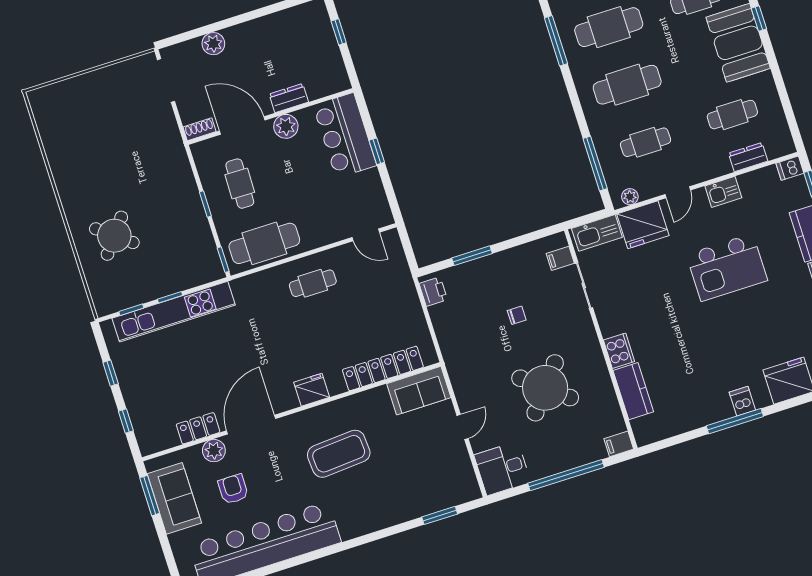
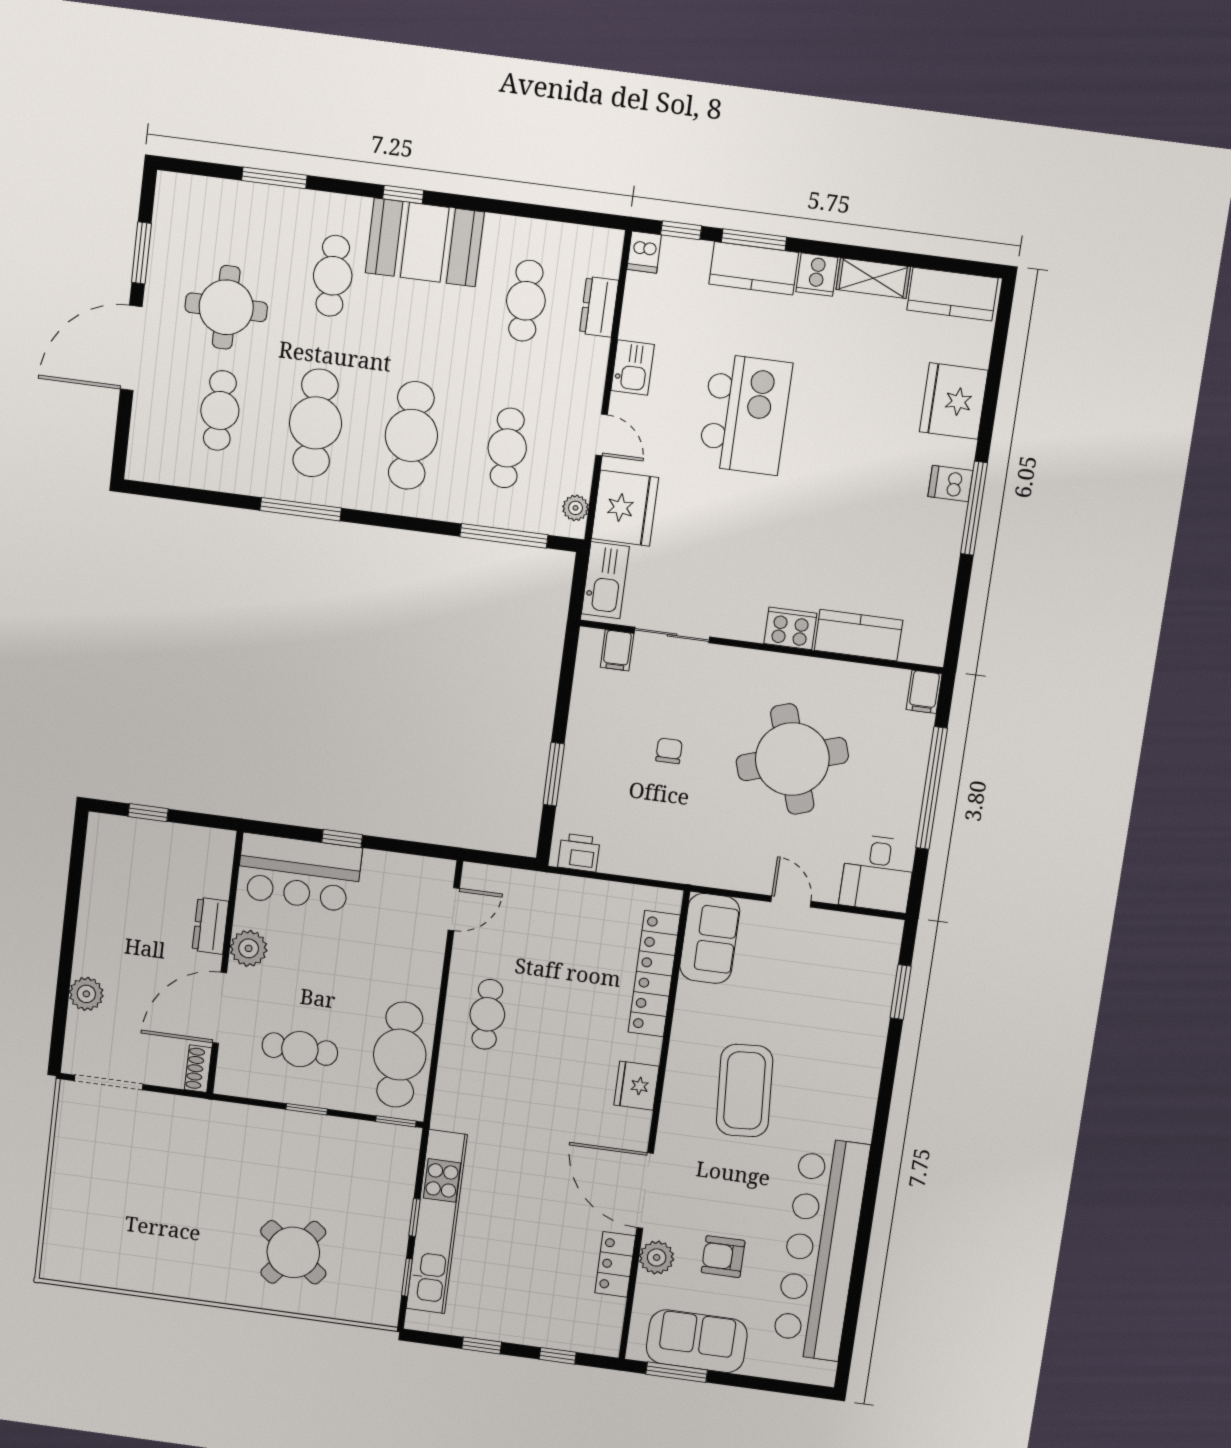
round table: (545, 388) -> (792, 759), turned 33

